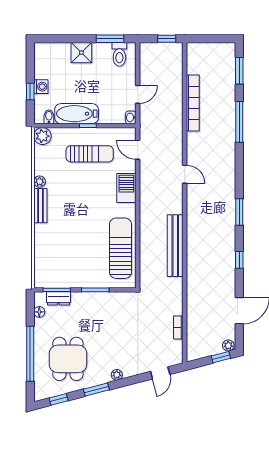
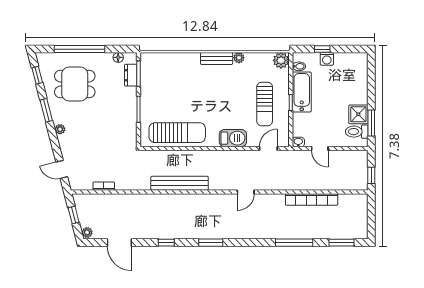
shower: (81, 53) -> (358, 114), moved
window: (221, 357) -> (74, 215), moved

